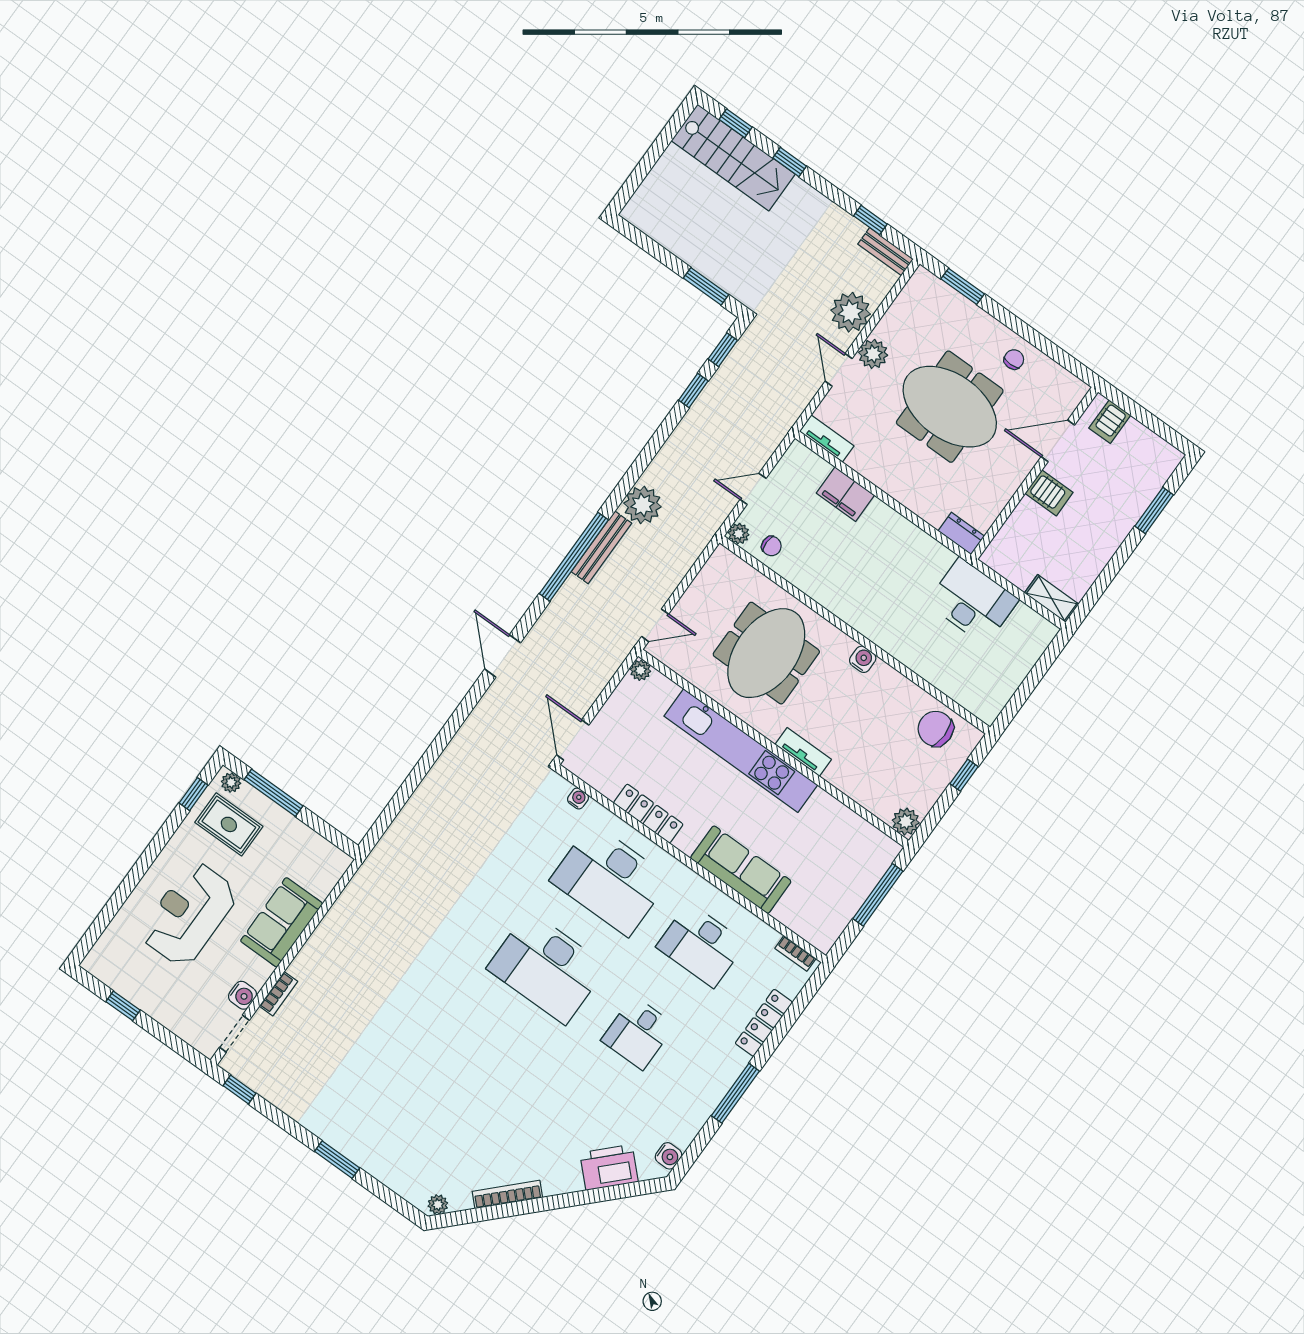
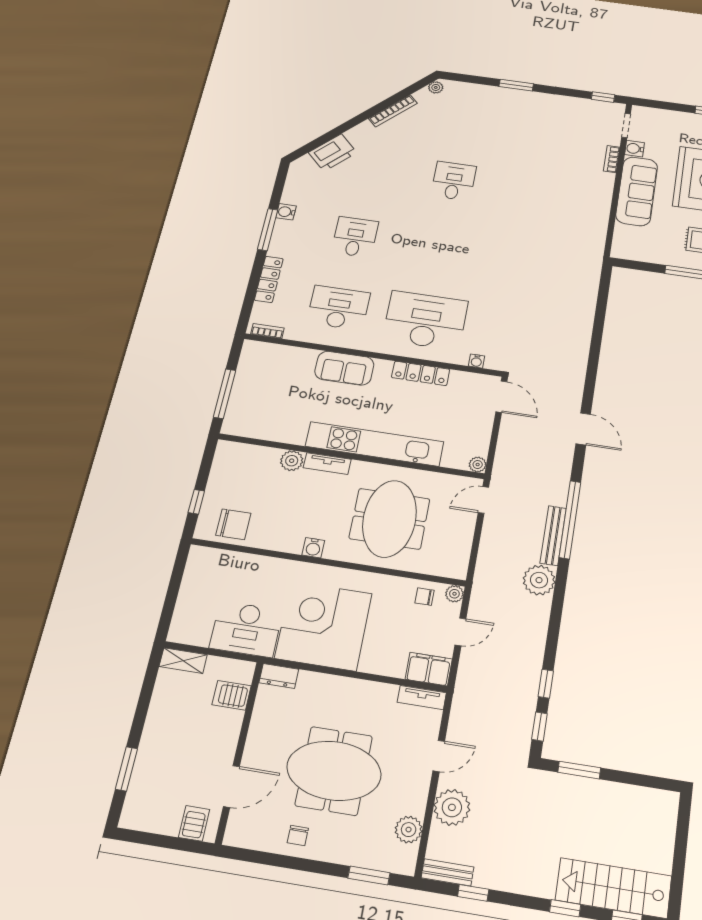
plant: (873, 354) -> (409, 830), moved
door: (839, 370) -> (439, 756), hinge flipped
server rack: (1049, 493) -> (232, 695), moved
filing cabinet: (845, 494) -> (429, 669), moved
corner desk: (891, 566) -> (324, 626), added
plant: (906, 822) -> (292, 461), moved
sofa: (741, 870) -> (344, 368), width x0.73
sofa: (282, 922) -> (637, 191), width x1.36
desk: (547, 967) -> (454, 181), moved, width x0.53, depth x0.77
water cooler: (668, 1156) -> (286, 212), moved

